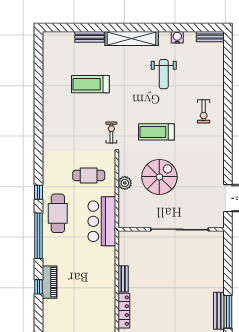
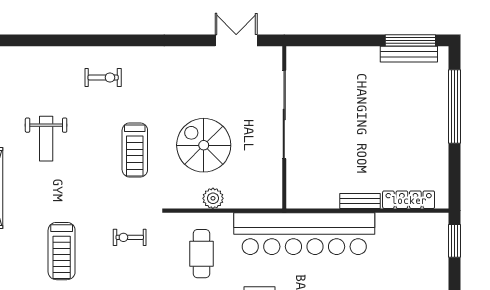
weight bench: (164, 74) -> (46, 139), turned 90
exercise bike: (111, 132) -> (130, 237), moved
bar counter: (102, 221) -> (304, 234), width x1.86

